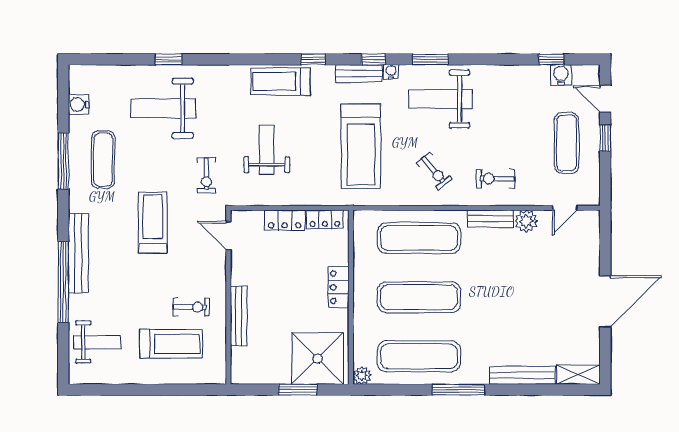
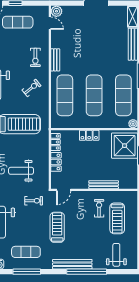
plant: (526, 221) -> (56, 11), moved
treadmill: (153, 223) -> (57, 227), turned 90
treadmill: (171, 344) -> (117, 218), turned 180

